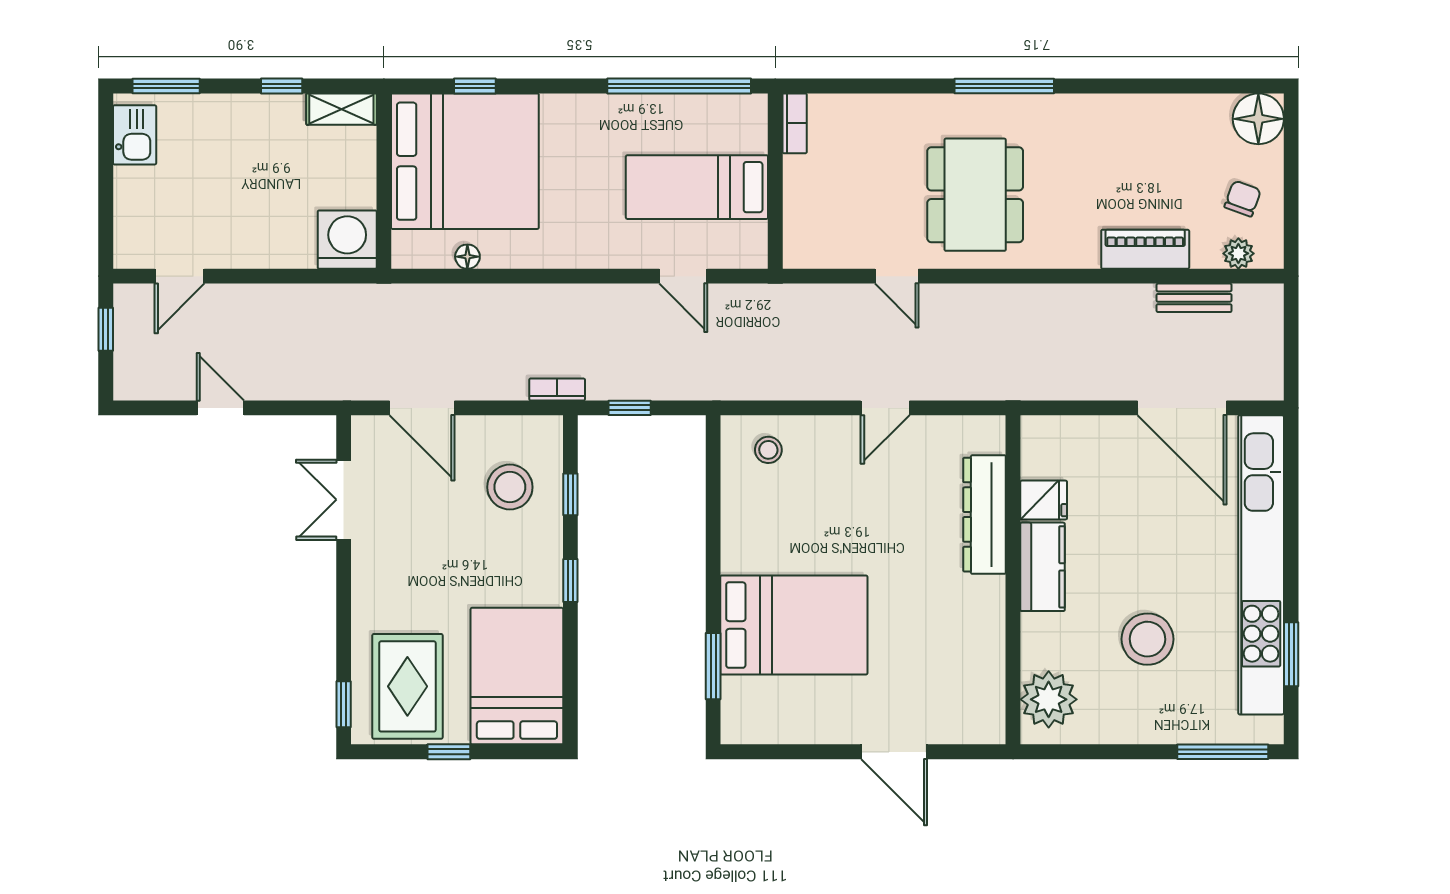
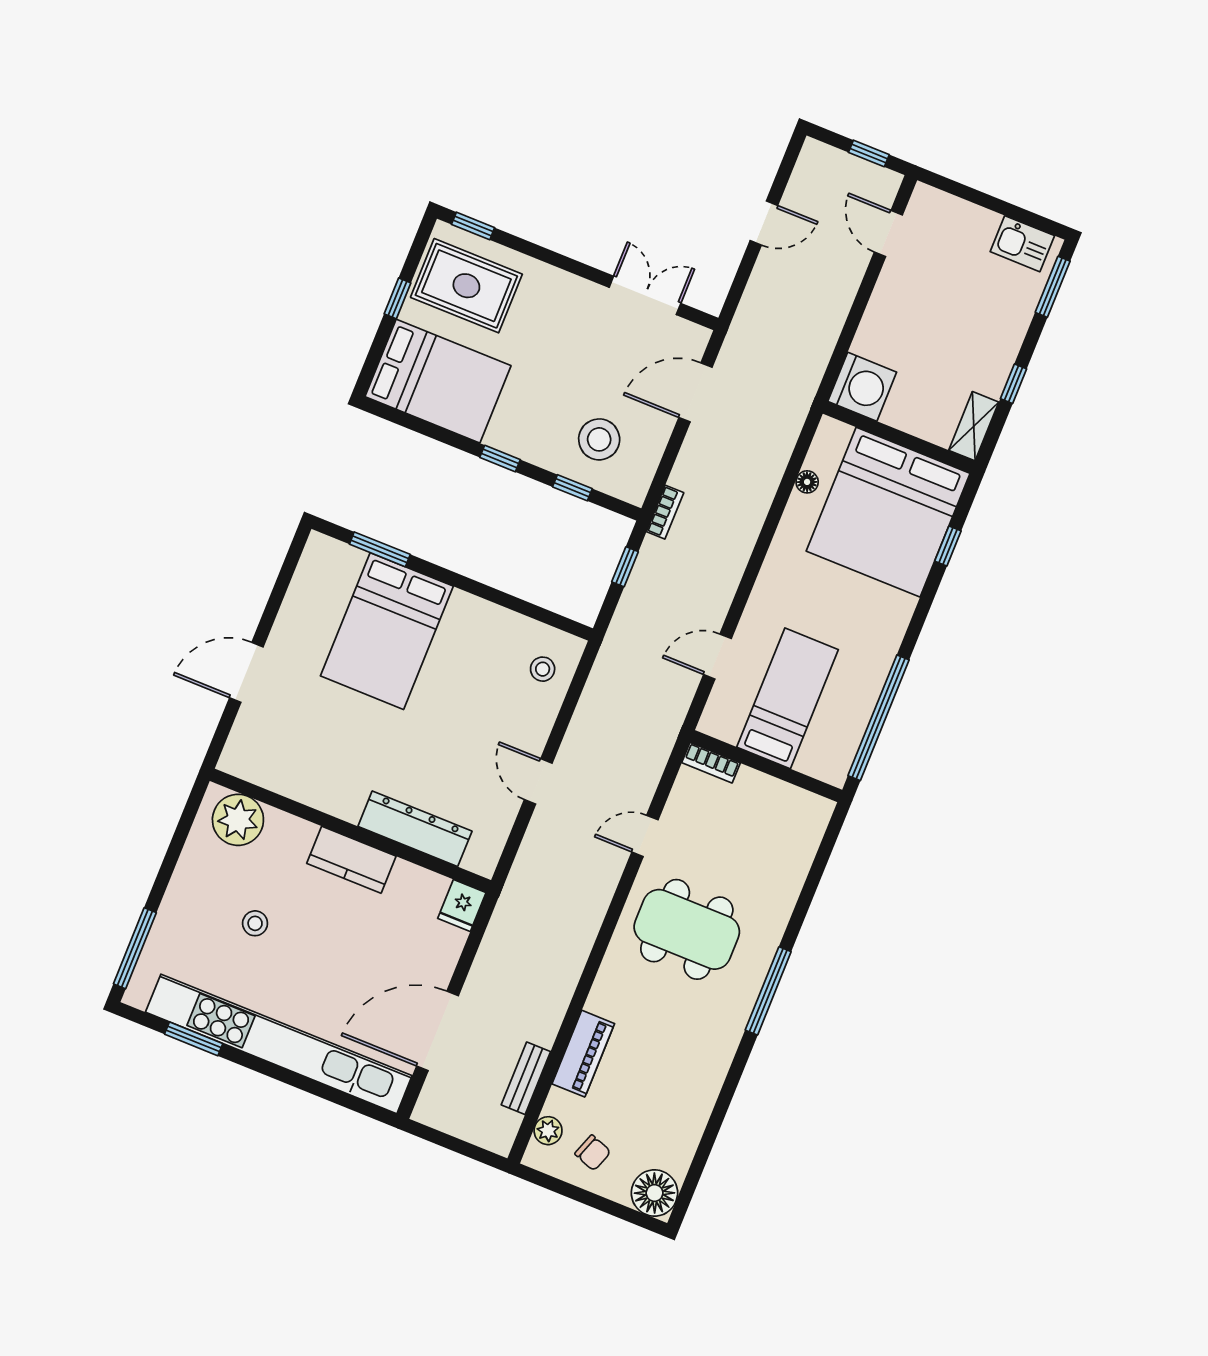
bookcase: (795, 123) -> (711, 763), moved
fridge: (1044, 500) -> (462, 906), moved
stool: (1147, 639) -> (255, 923), width x0.53, depth x0.53

